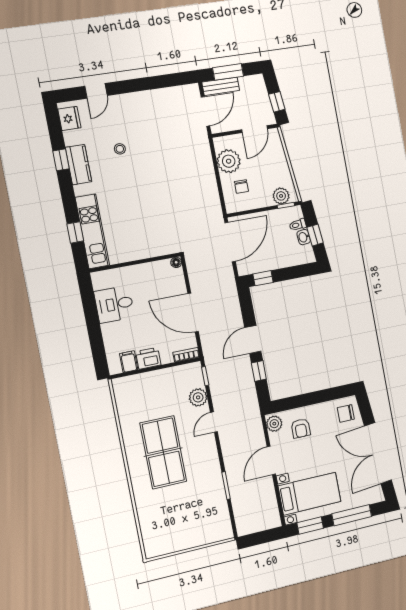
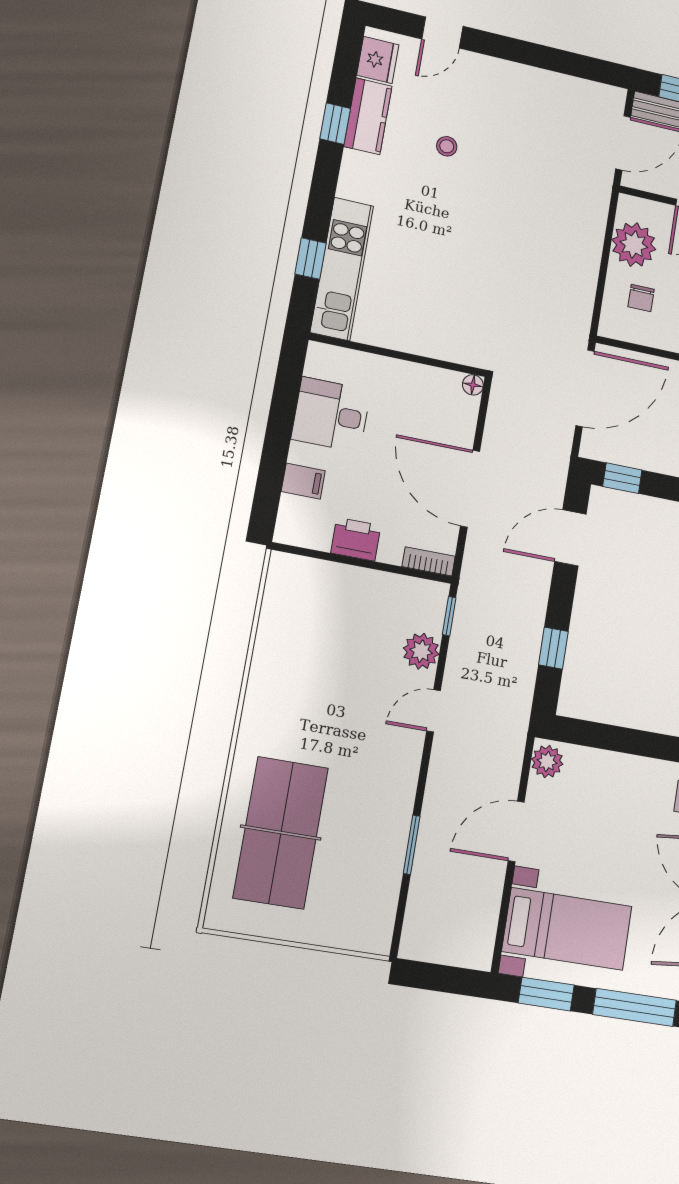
kitchen counter: (79, 165) -> (368, 116), moved
door: (253, 339) -> (570, 538), moved
filing cabinet: (129, 362) -> (303, 481), moved, turned 90
armchair: (301, 428) -> (595, 792), removed
table tennis table: (163, 452) -> (281, 833), moved

